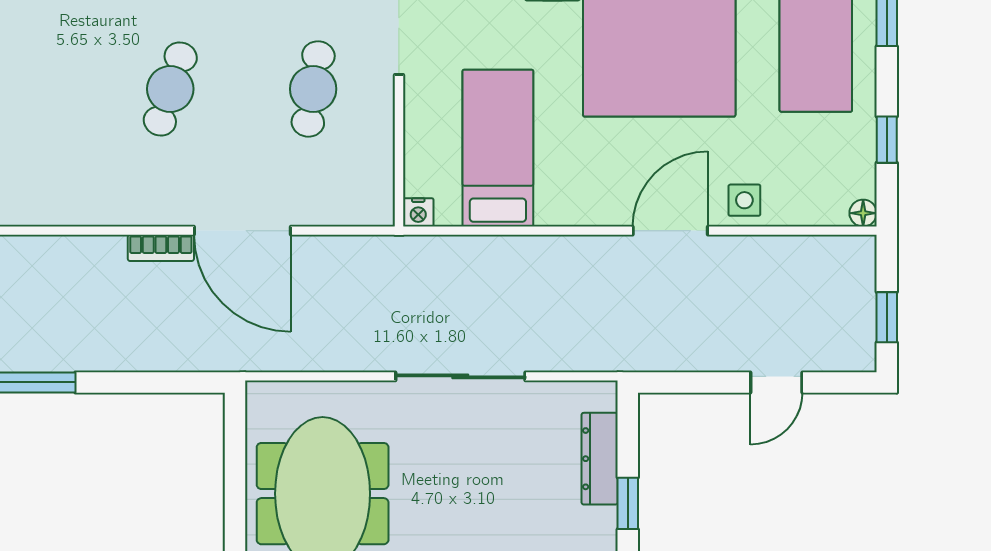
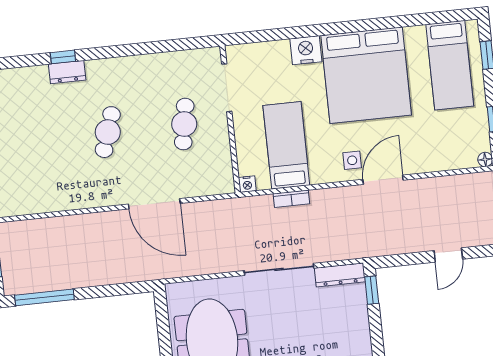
side table: (744, 200) -> (352, 160), moved
bookcase: (161, 248) -> (291, 199), moved
dresser: (600, 459) -> (340, 275), moved, turned -90
window: (628, 503) -> (372, 290), moved

